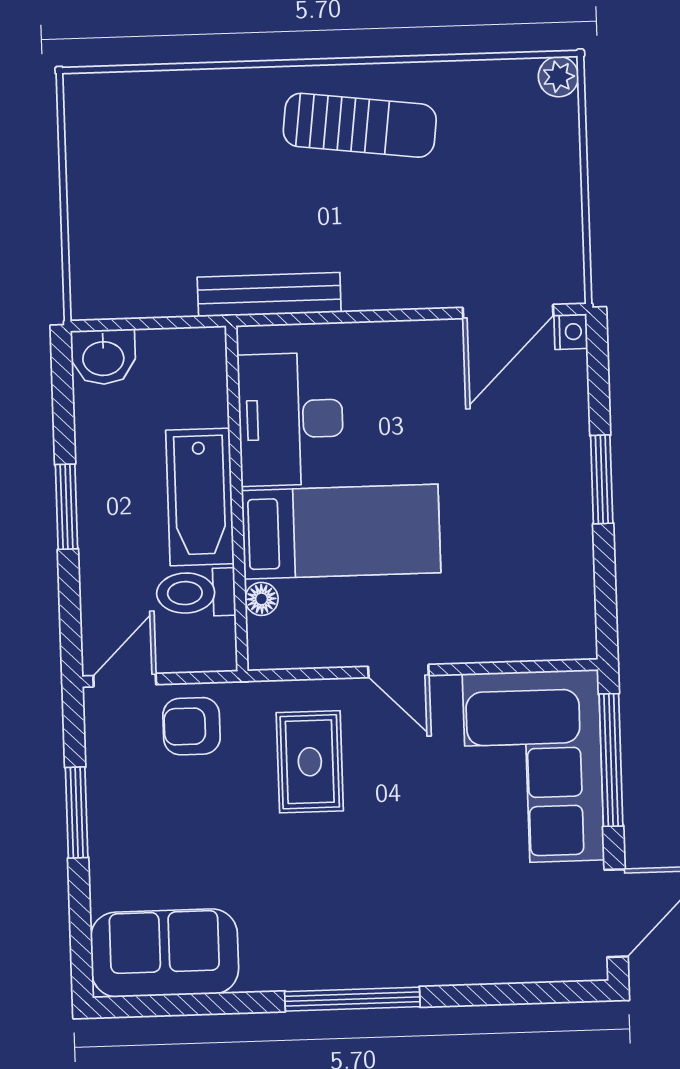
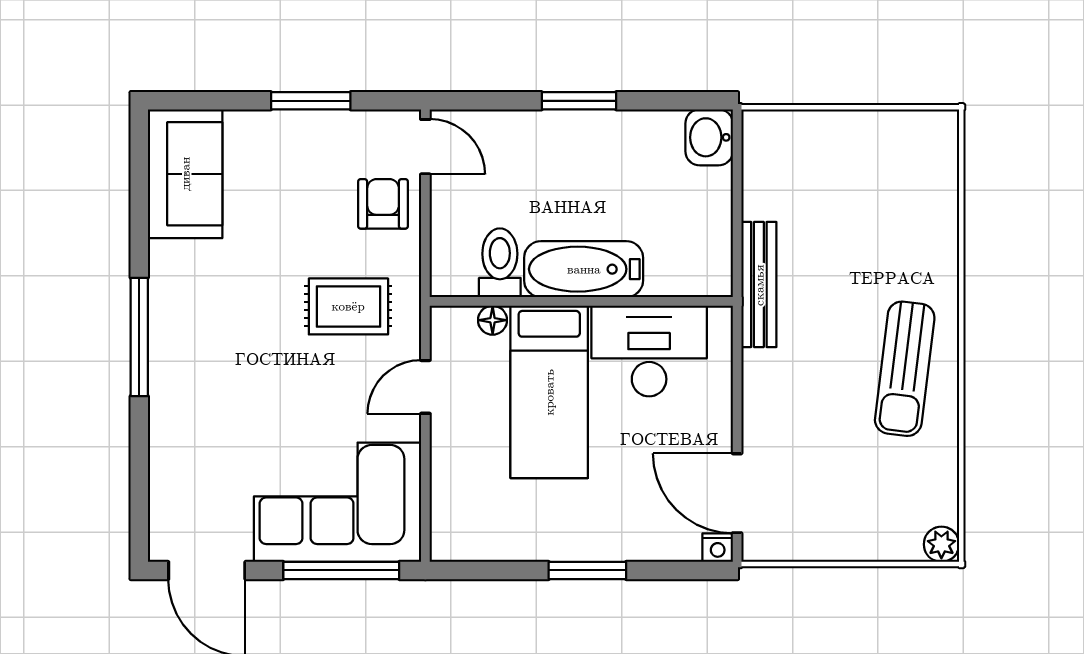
desk: (291, 419) -> (649, 351), moved
bathtub: (200, 497) -> (584, 269), moved
wall: (237, 498) -> (581, 301), moved
bed: (341, 532) -> (549, 392), moved
toilet: (196, 593) -> (500, 263), moved
floor lamp: (262, 599) -> (493, 320), moved

